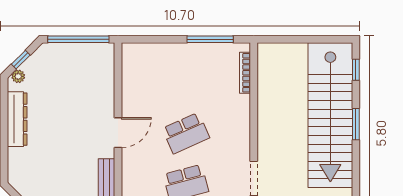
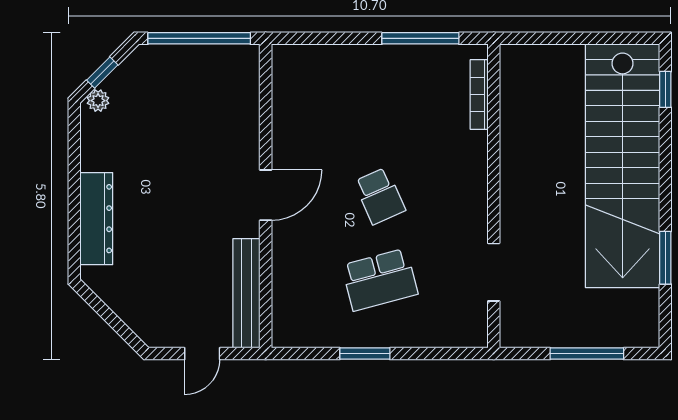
dresser: (17, 119) -> (96, 219), moved
window: (356, 124) -> (665, 258), moved
school desk: (186, 133) -> (380, 196), width x0.54

